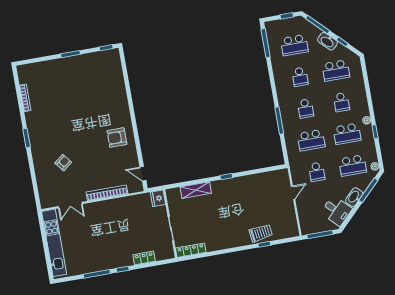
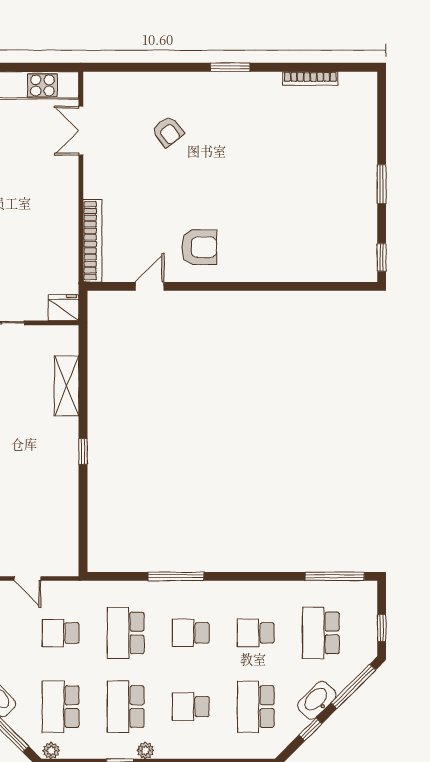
armchair: (117, 138) -> (199, 247), turned 90
door: (143, 174) -> (150, 286), moved
bookcase: (107, 193) -> (92, 241), moved

